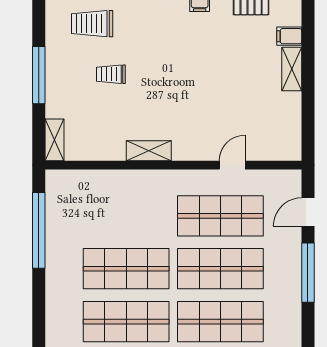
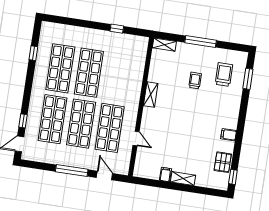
filing cabinet: (289, 36) -> (165, 175), moved
window: (39, 230) -> (117, 29), width x0.32

